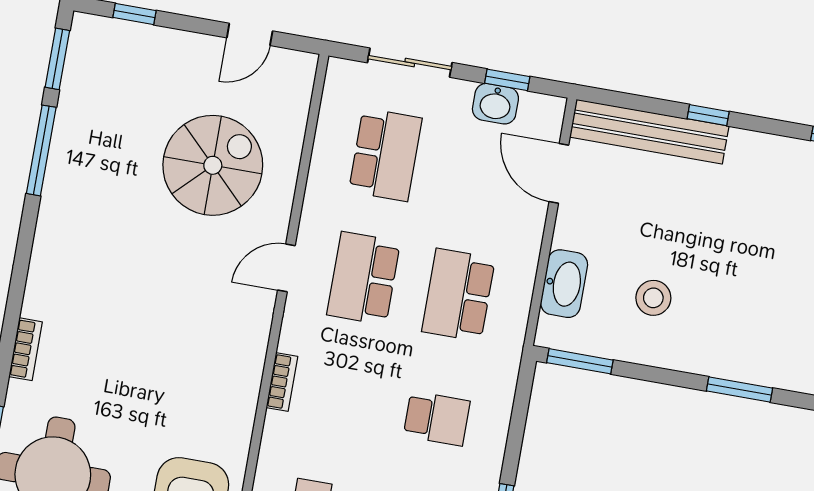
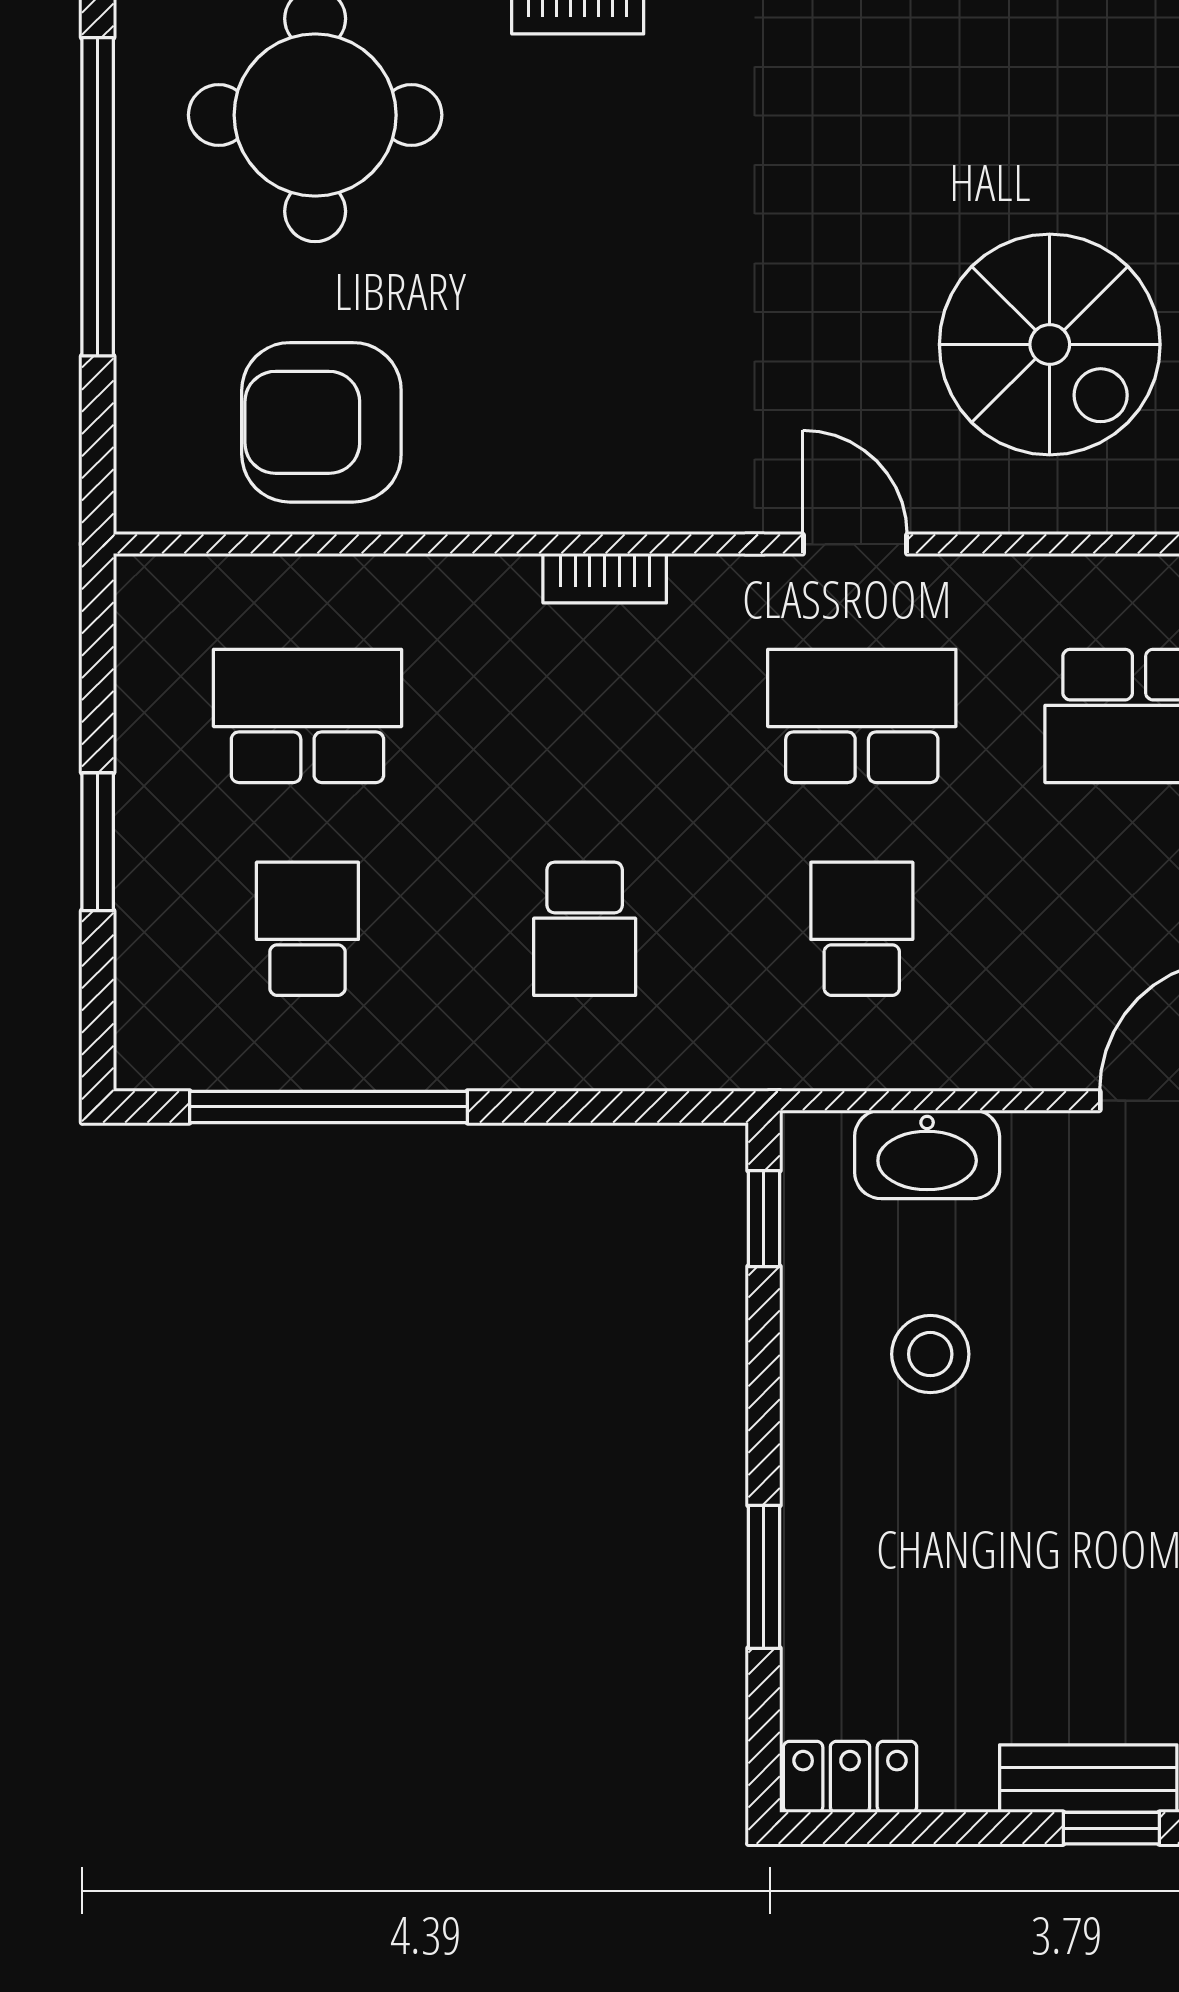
school desk: (458, 295) -> (862, 929), width x0.54
window: (580, 361) -> (764, 1219), width x0.67

